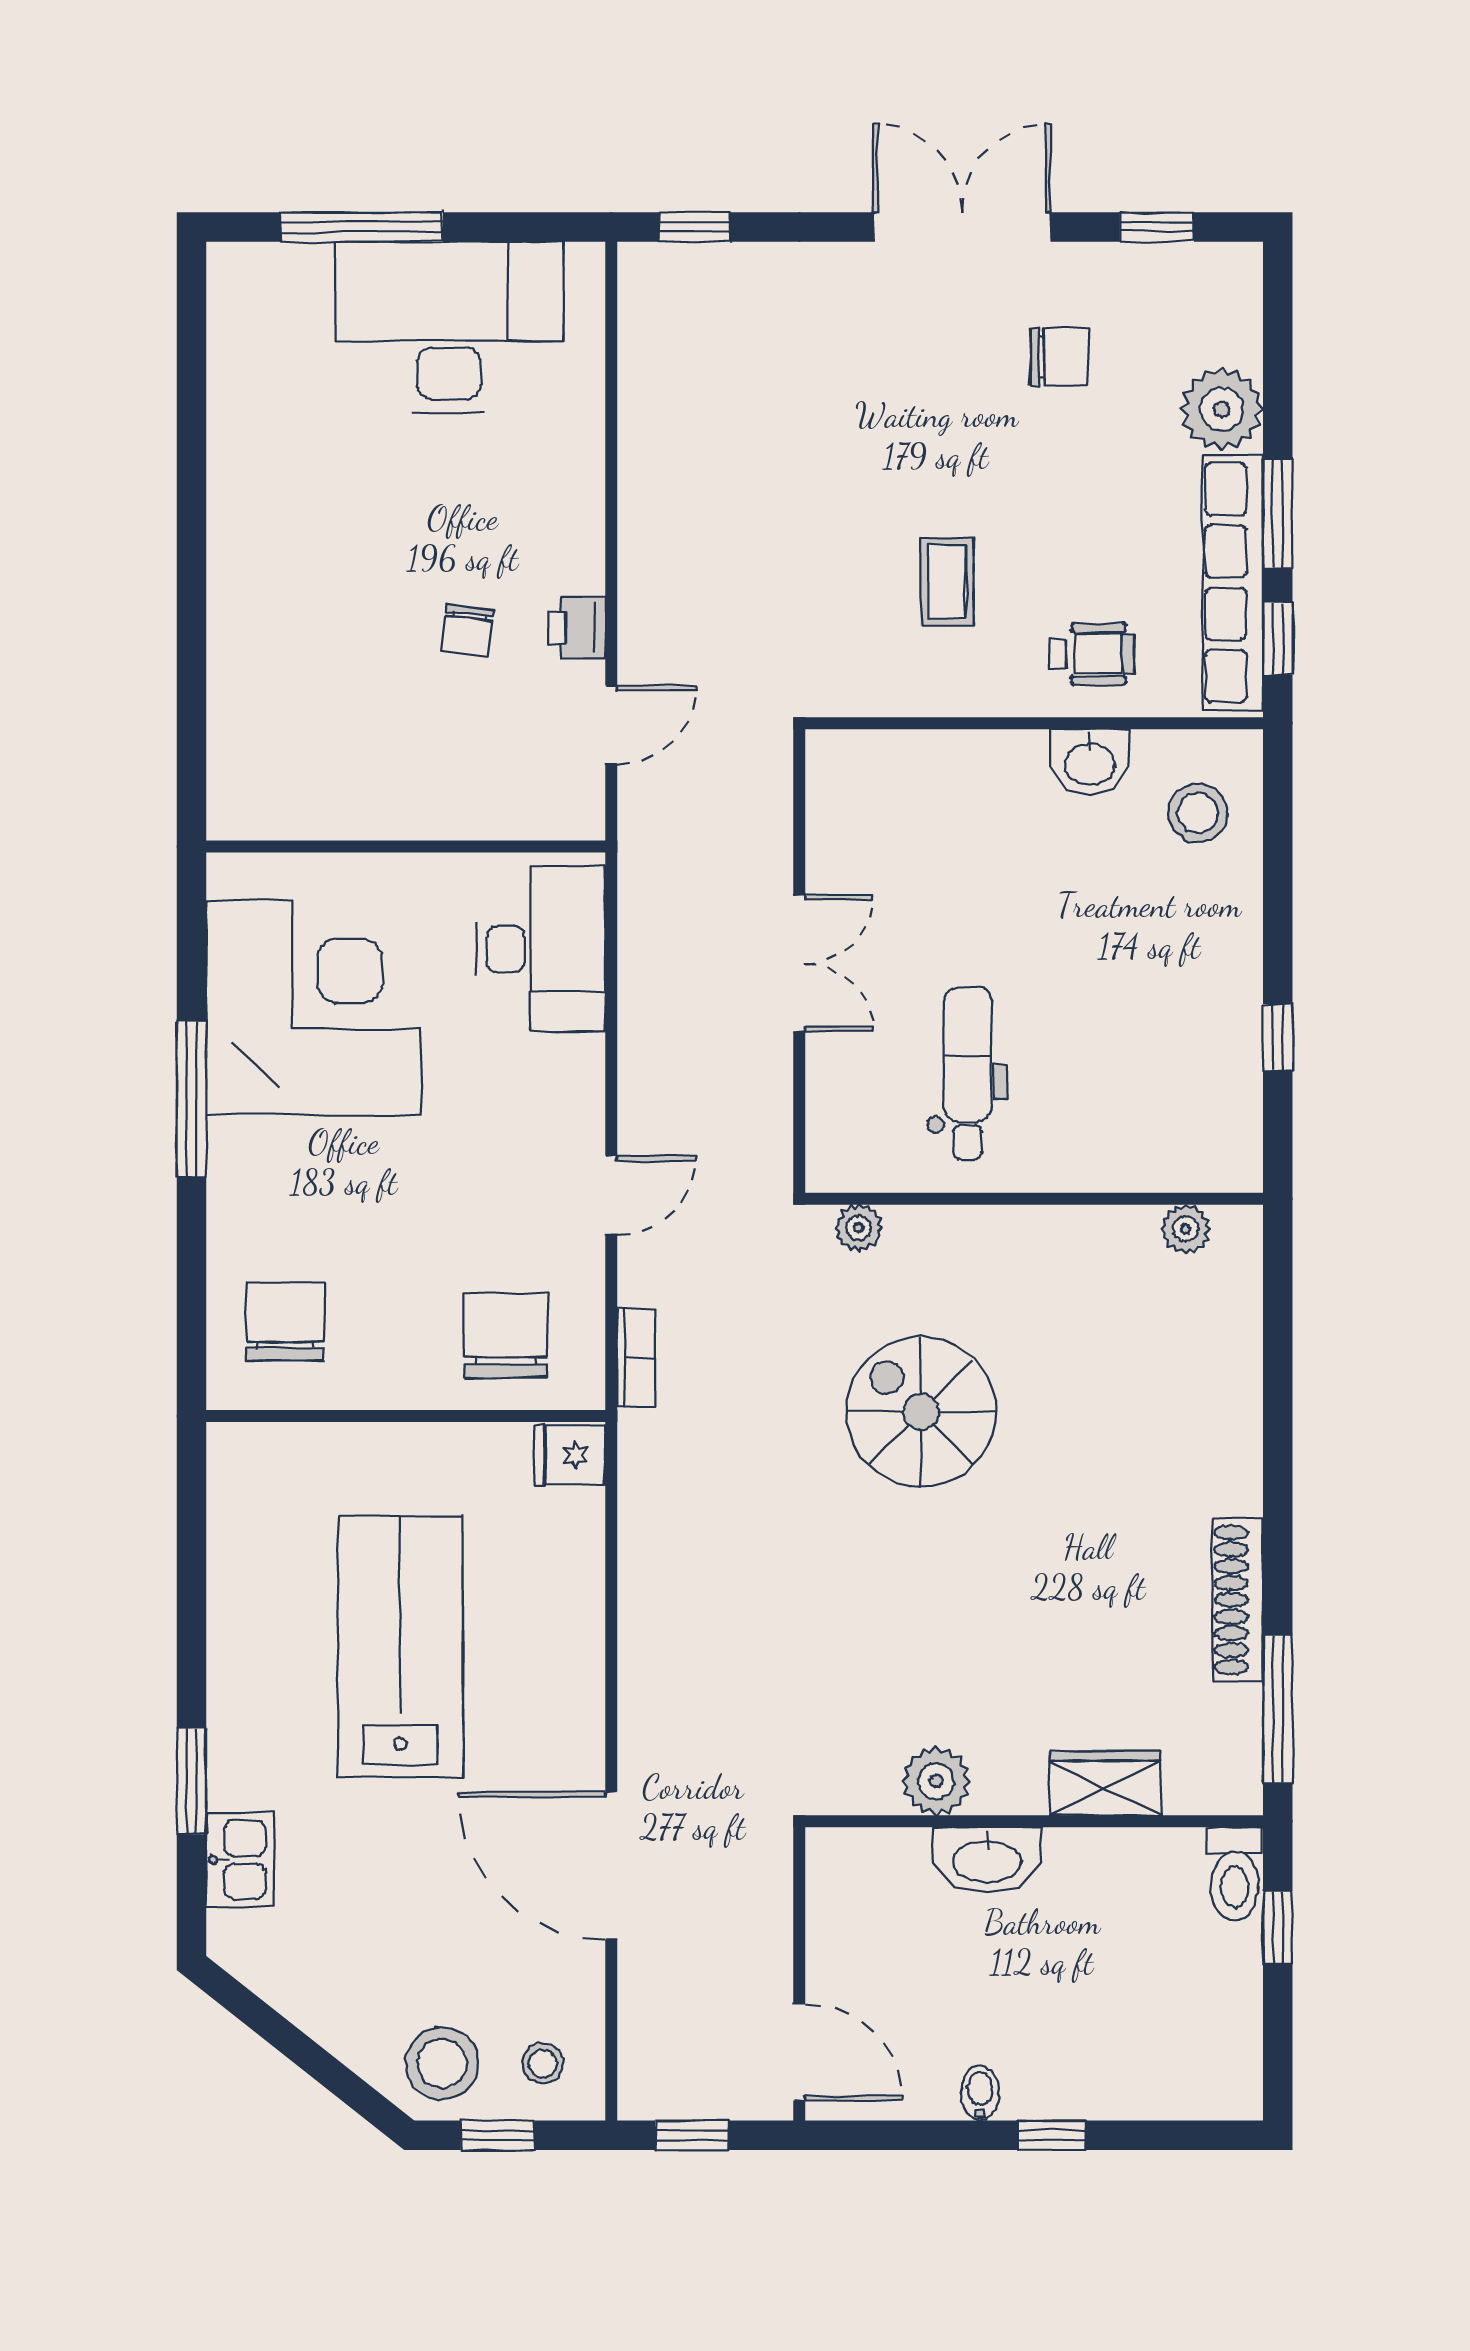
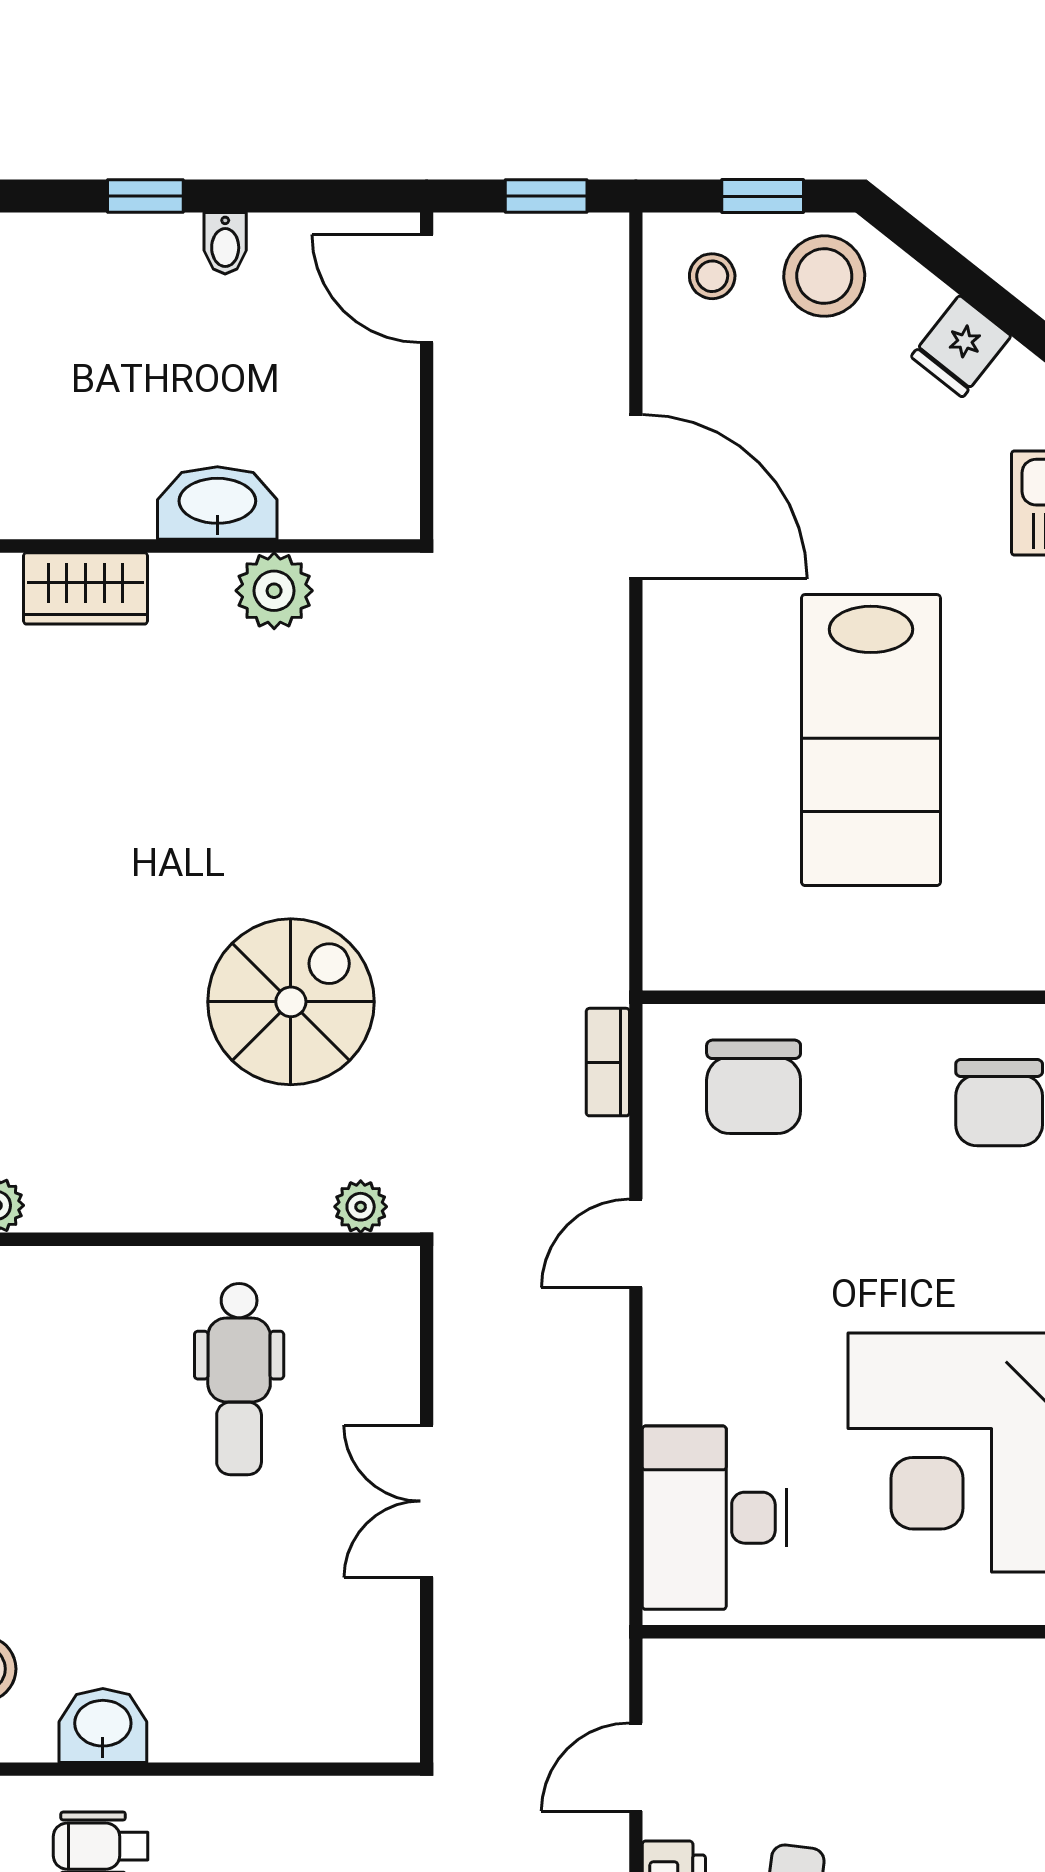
spiral stairs: (921, 1412) -> (291, 1002), turned -90
fridge: (570, 1455) -> (961, 346), moved, turned 128

